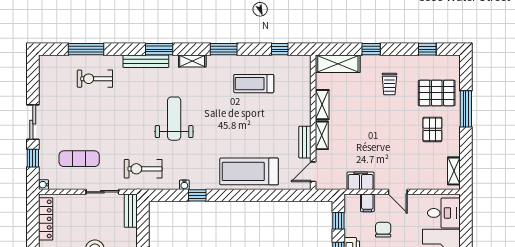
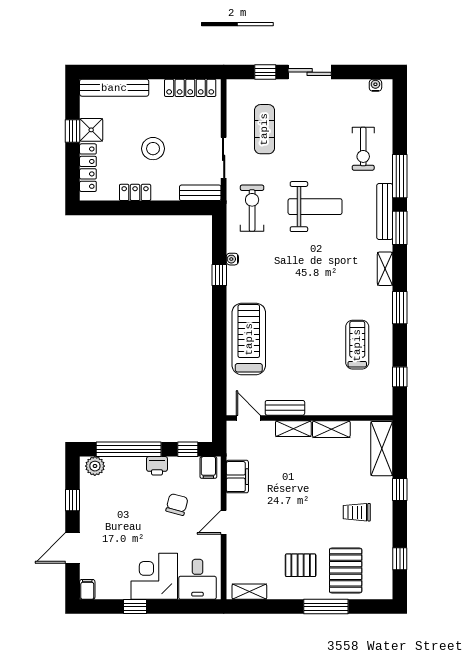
window: (86, 49) -> (400, 176), moved
exercise bike: (95, 79) -> (363, 149), turned 180
weight bench: (174, 119) -> (315, 207), moved
water cooler: (44, 185) -> (375, 85), moved
filing cabinet: (367, 203) -> (208, 467), moved, turned -90
chair: (383, 230) -> (177, 504), turned -75

